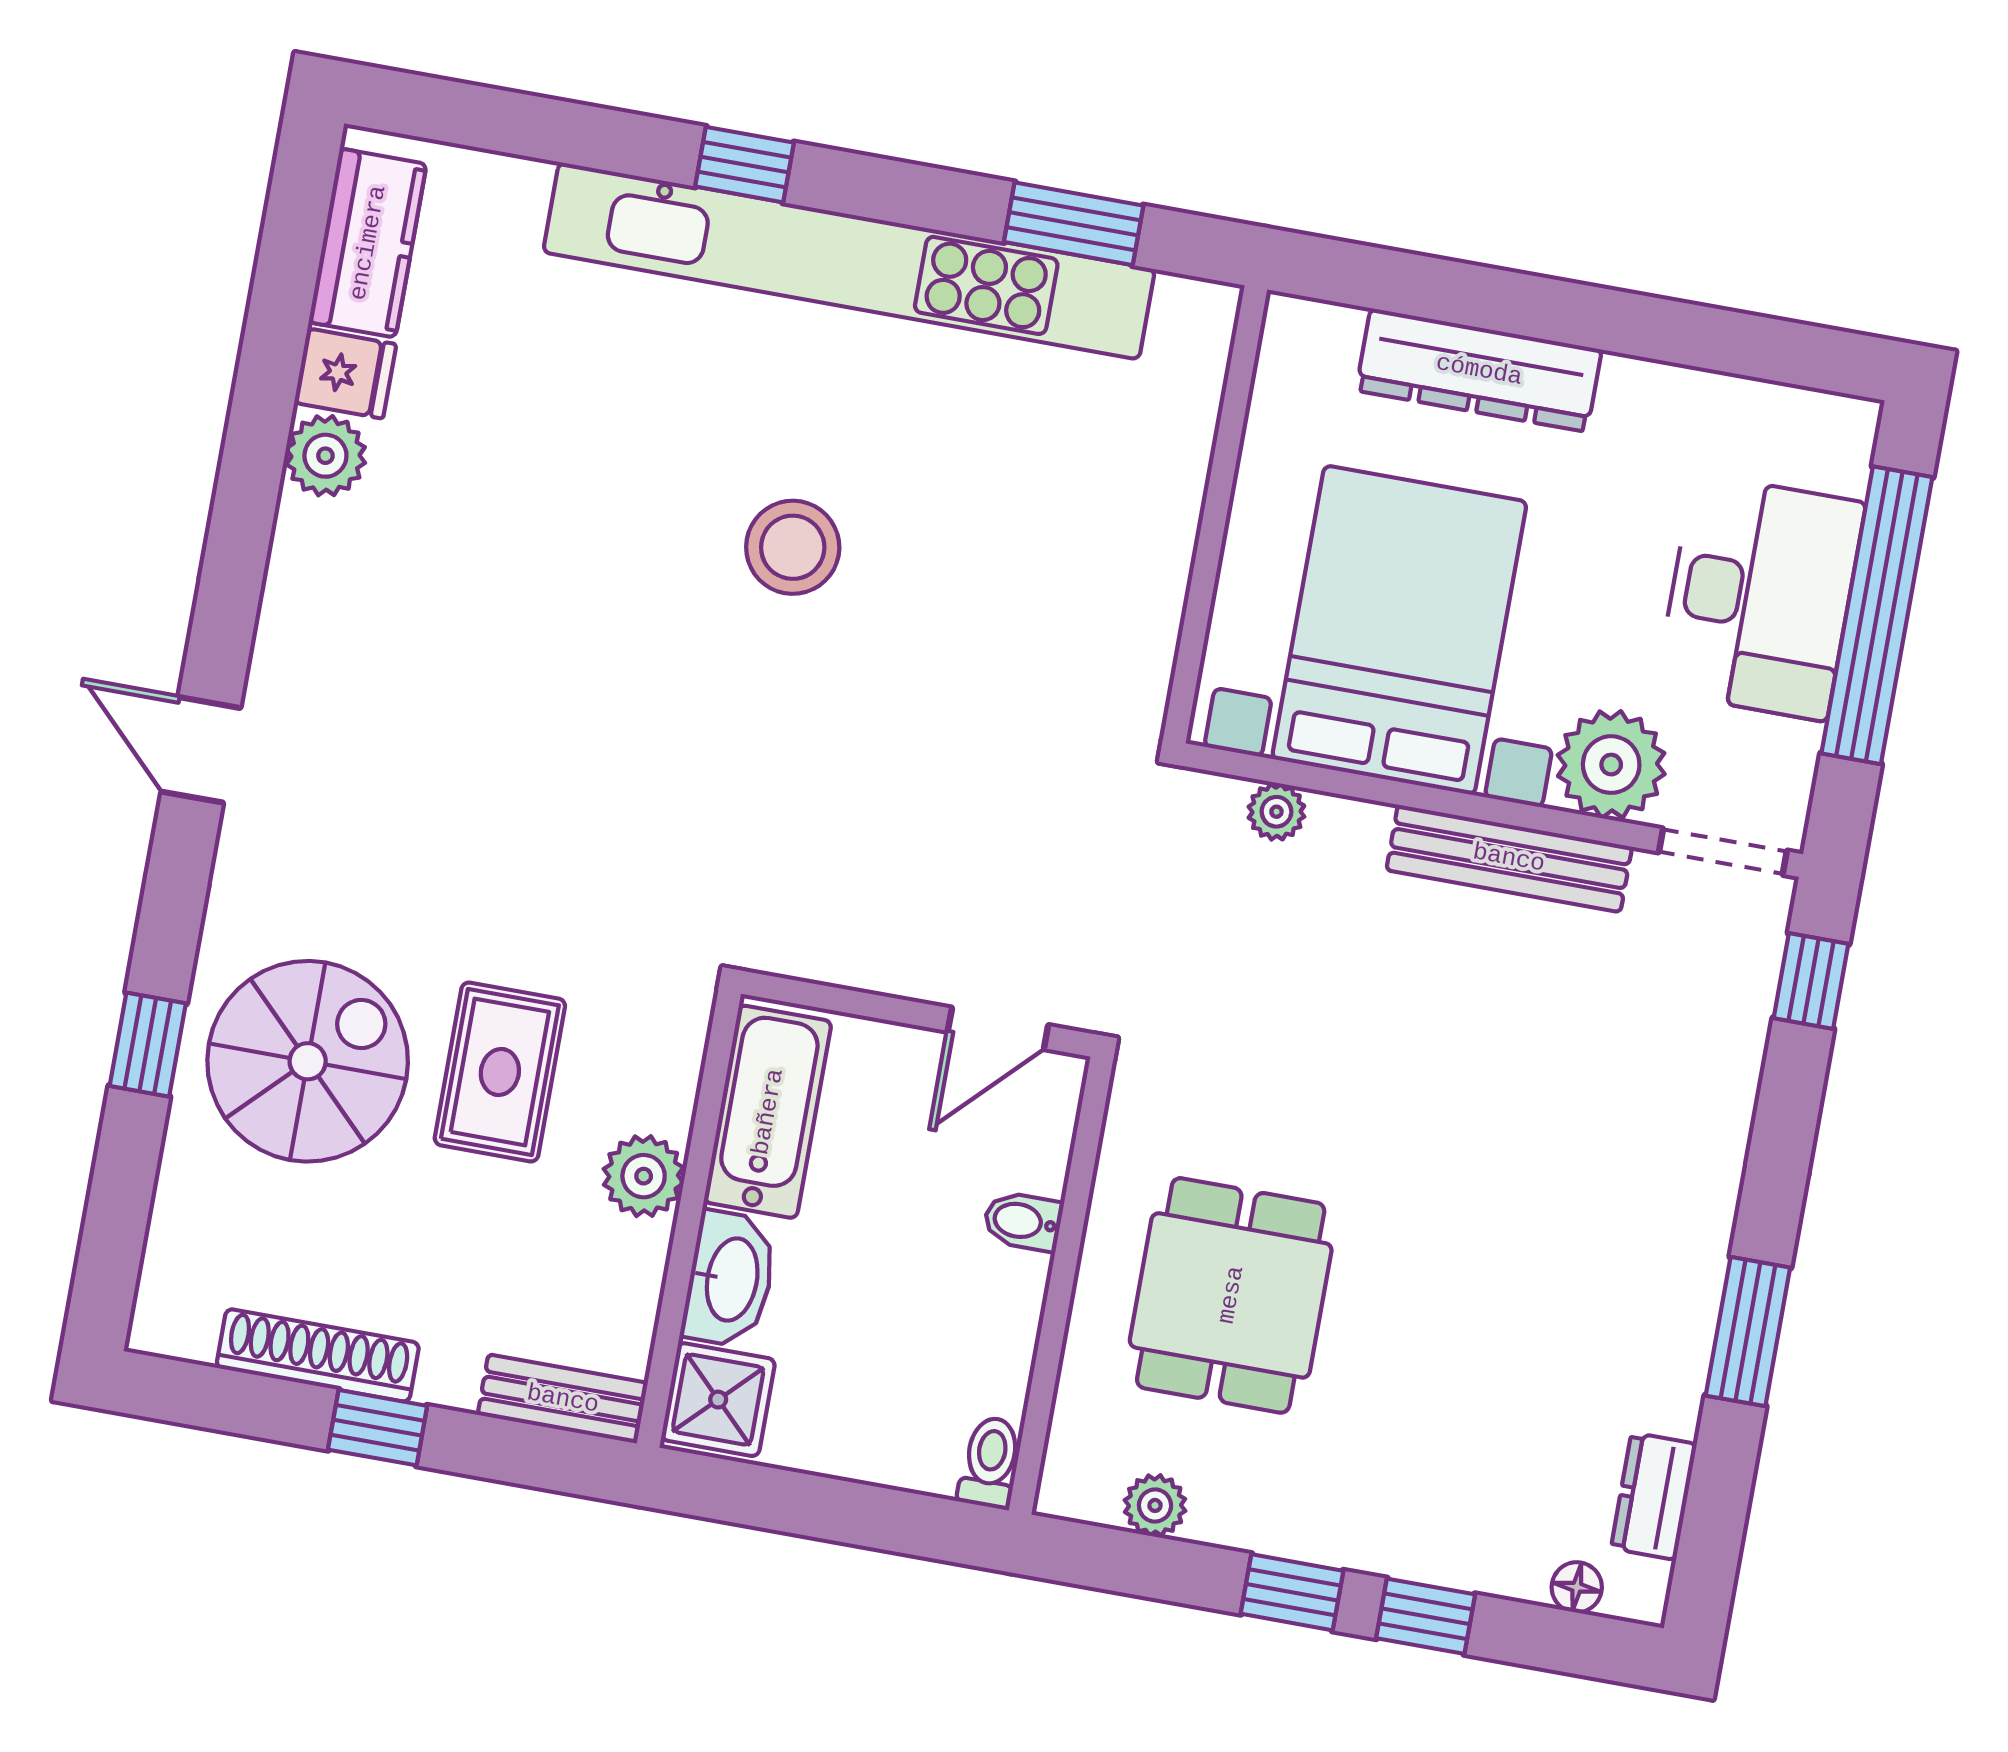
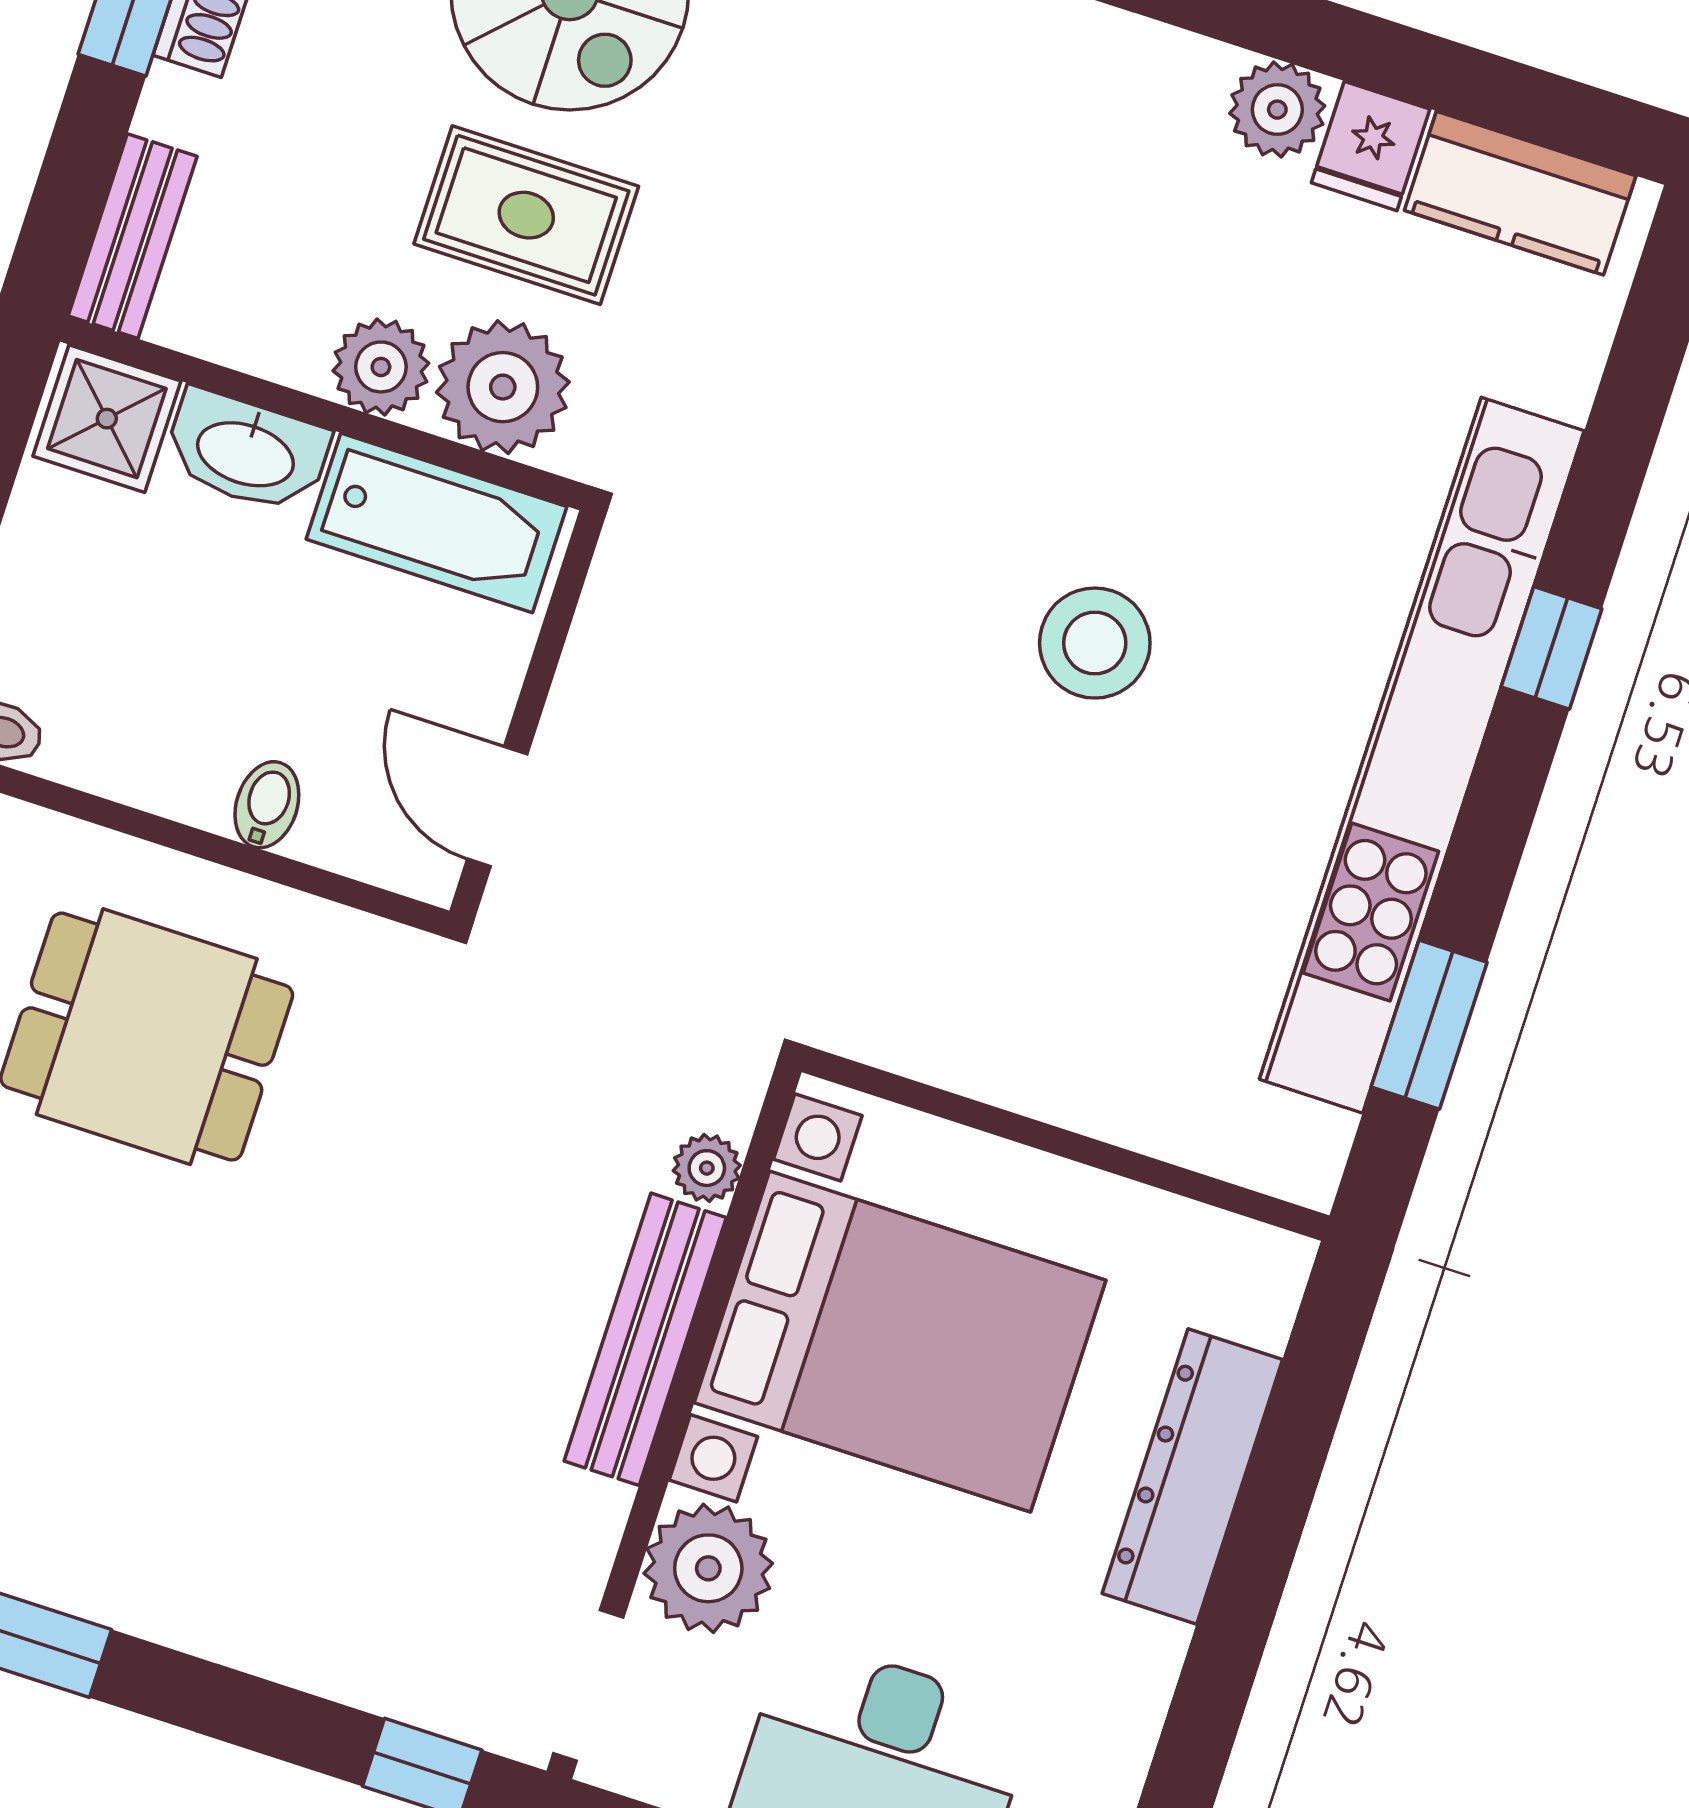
bench: (1509, 858) -> (645, 1339), moved
plant: (646, 1072) -> (503, 387), added

